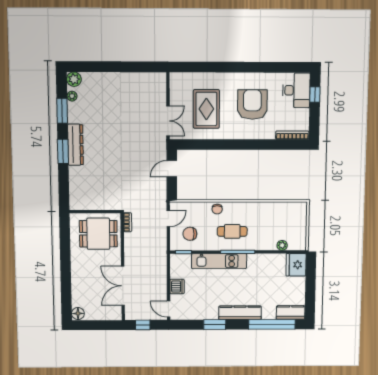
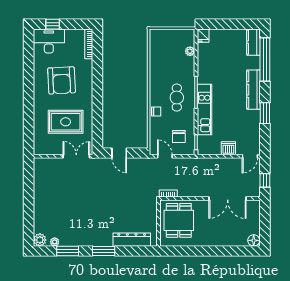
armchair: (252, 104) -> (62, 80), turned -93
dresser: (75, 145) -> (132, 240), moved
fridge: (296, 265) -> (203, 36), width x0.53, depth x0.75

